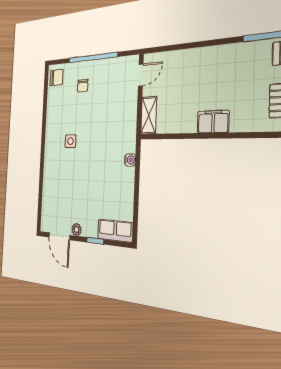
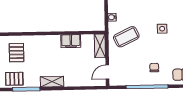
shelving: (223, 53) -> (52, 82), added
filing cabinet: (213, 122) -> (71, 41), moved
coffee table: (113, 130) -> (126, 37), added

